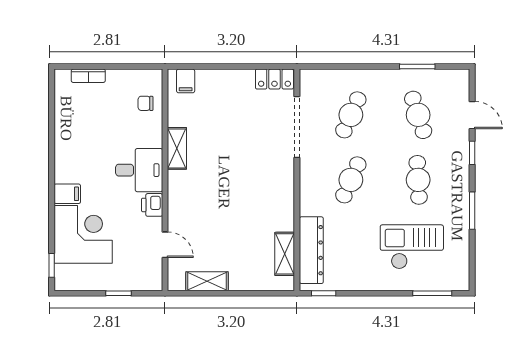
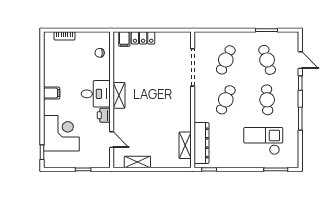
locker: (274, 79) -> (143, 38), moved
shelving: (177, 148) -> (119, 95), moved
filing cabinet: (67, 194) -> (52, 93), moved

